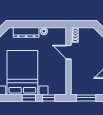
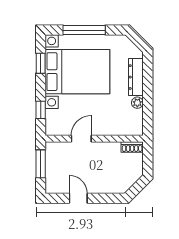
door: (69, 52) -> (81, 139), moved
window: (29, 98) -> (41, 63), moved

